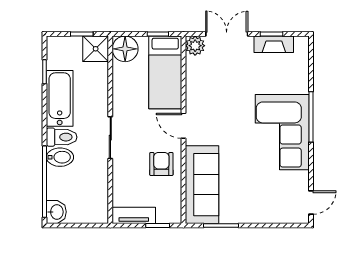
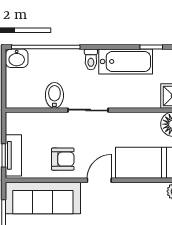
toilet: (62, 137) -> (91, 59), width x0.73, depth x0.72
bidet: (60, 157) -> (54, 95), moved, turned 180
tv unit: (134, 215) -> (13, 155), moved

